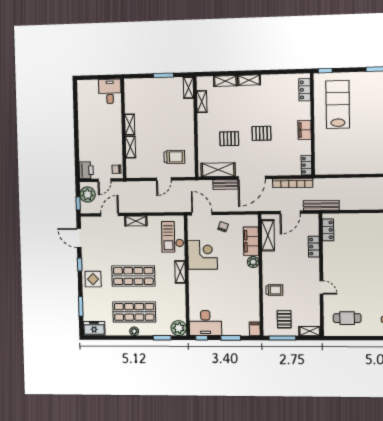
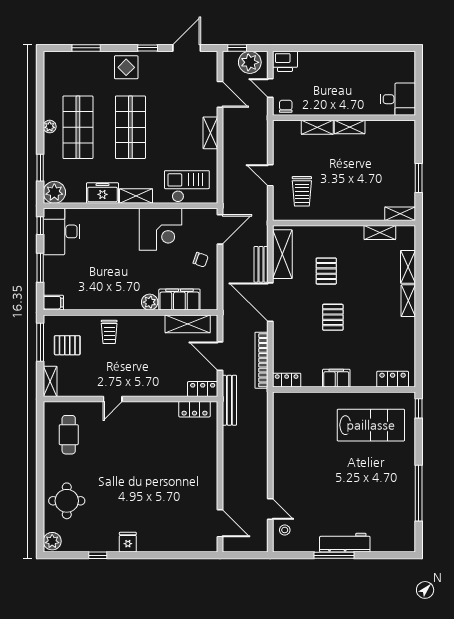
locker: (314, 247) -> (203, 389), moved
freezer: (94, 328) -> (102, 193), moved, turned -90

